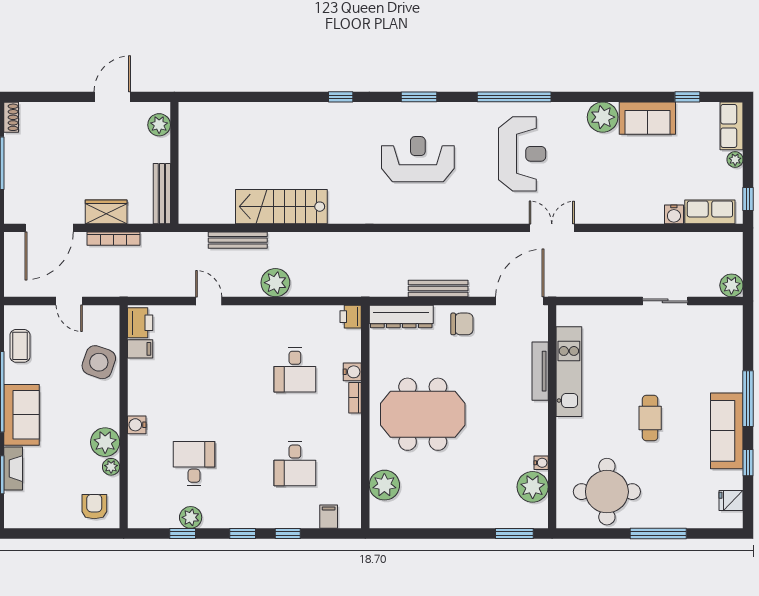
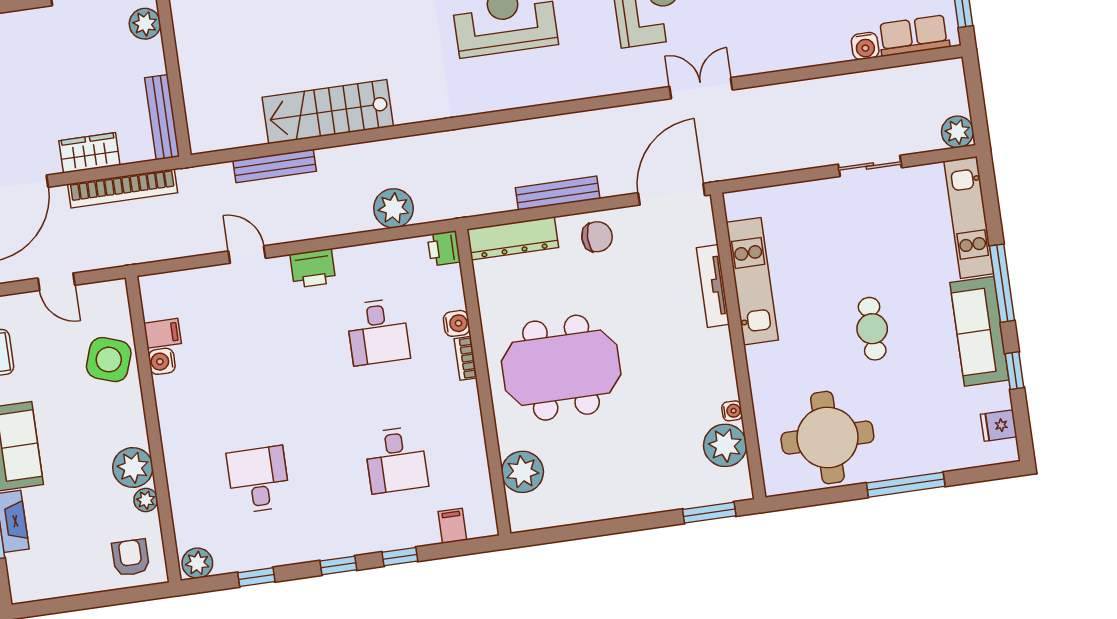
bookcase: (114, 239) -> (123, 188), width x1.48, depth x1.31
plant: (275, 283) -> (393, 208), moved
printer: (140, 323) -> (313, 268), moved, turned 90
kitchen unit: (731, 348) -> (969, 217), added
water cooler: (137, 425) -> (162, 361), moved
plant: (191, 517) -> (197, 563), moved

